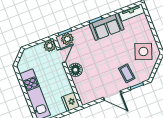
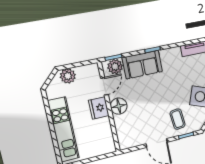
sofa: (107, 27) -> (142, 65), moved
plant: (50, 46) -> (68, 76), moved
fridge: (71, 102) -> (99, 108), moved

